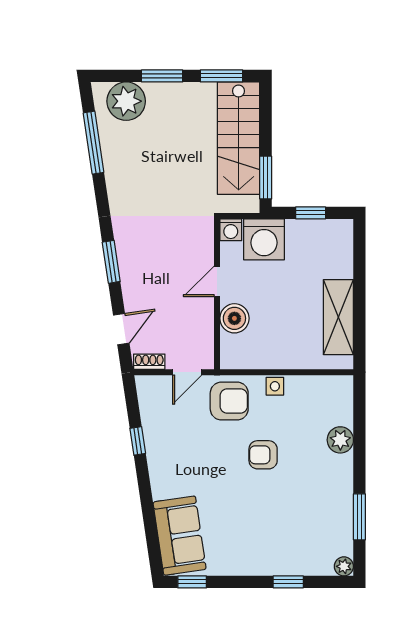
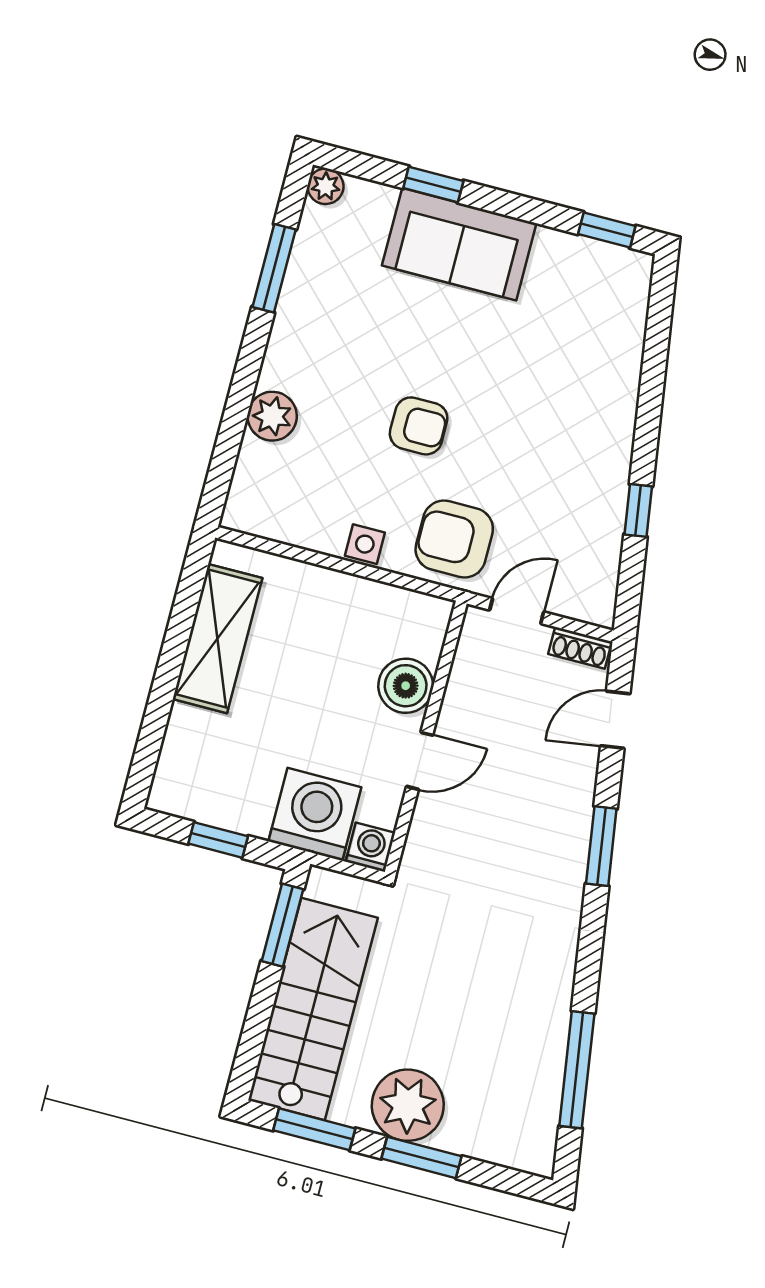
plant: (126, 101) -> (408, 1105), moved
sofa: (180, 536) -> (459, 244), moved, turned -82

